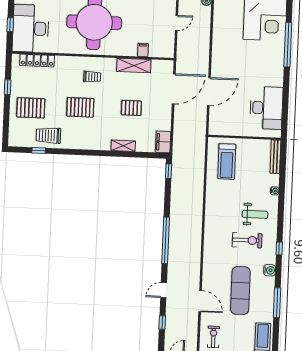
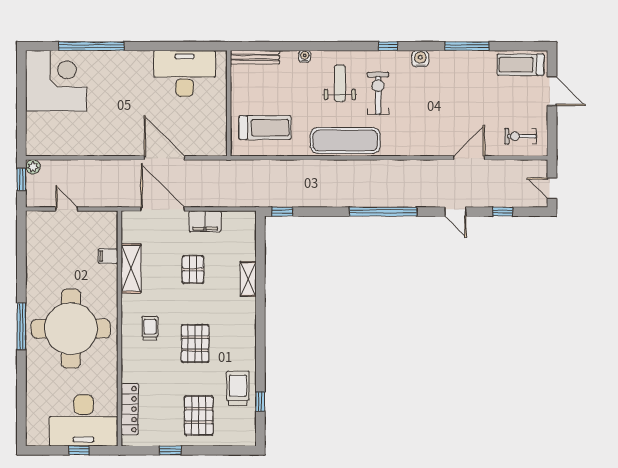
trolley: (48, 135) -> (238, 388), turned 180
filing cabinet: (163, 142) -> (205, 221), moved
exercise mat: (240, 291) -> (345, 140), moved

